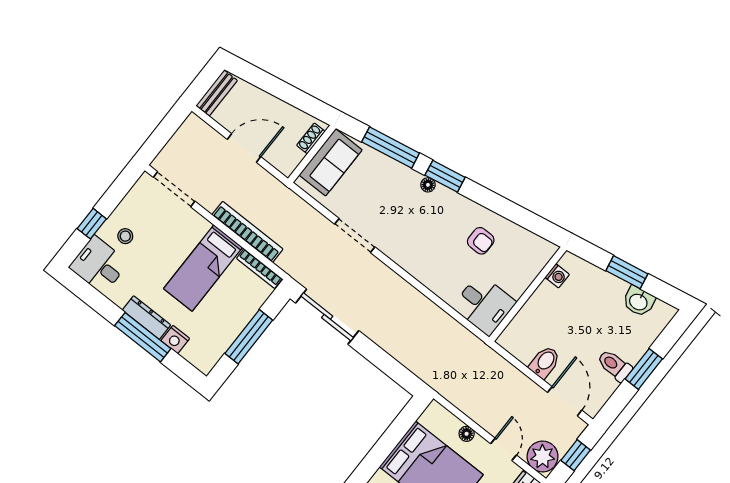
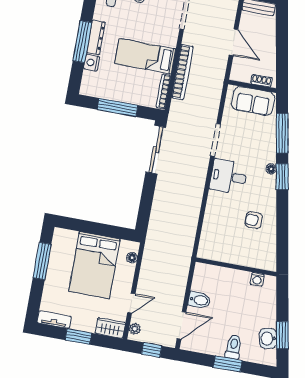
armchair: (481, 241) -> (254, 220), turned 90
window: (627, 272) -> (282, 335), moved
desk: (484, 305) -> (229, 177), moved, turned 90
toilet: (614, 365) -> (234, 347), moved
floor lamp: (467, 434) -> (132, 258), moved
plant: (543, 457) -> (135, 329), width x0.53, depth x0.53

